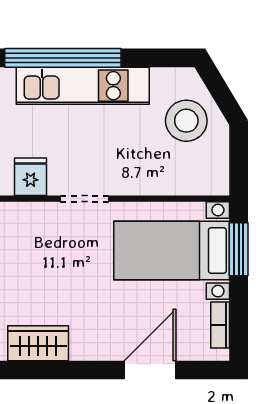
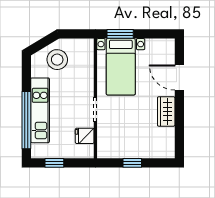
bookcase: (220, 325) -> (157, 43), removed
wardrobe: (38, 343) -> (166, 111), moved

